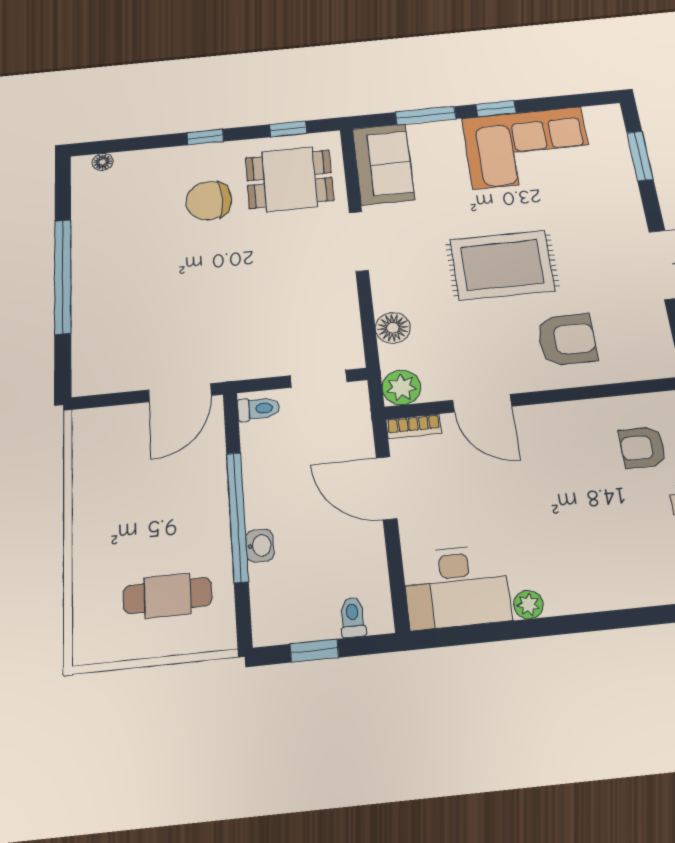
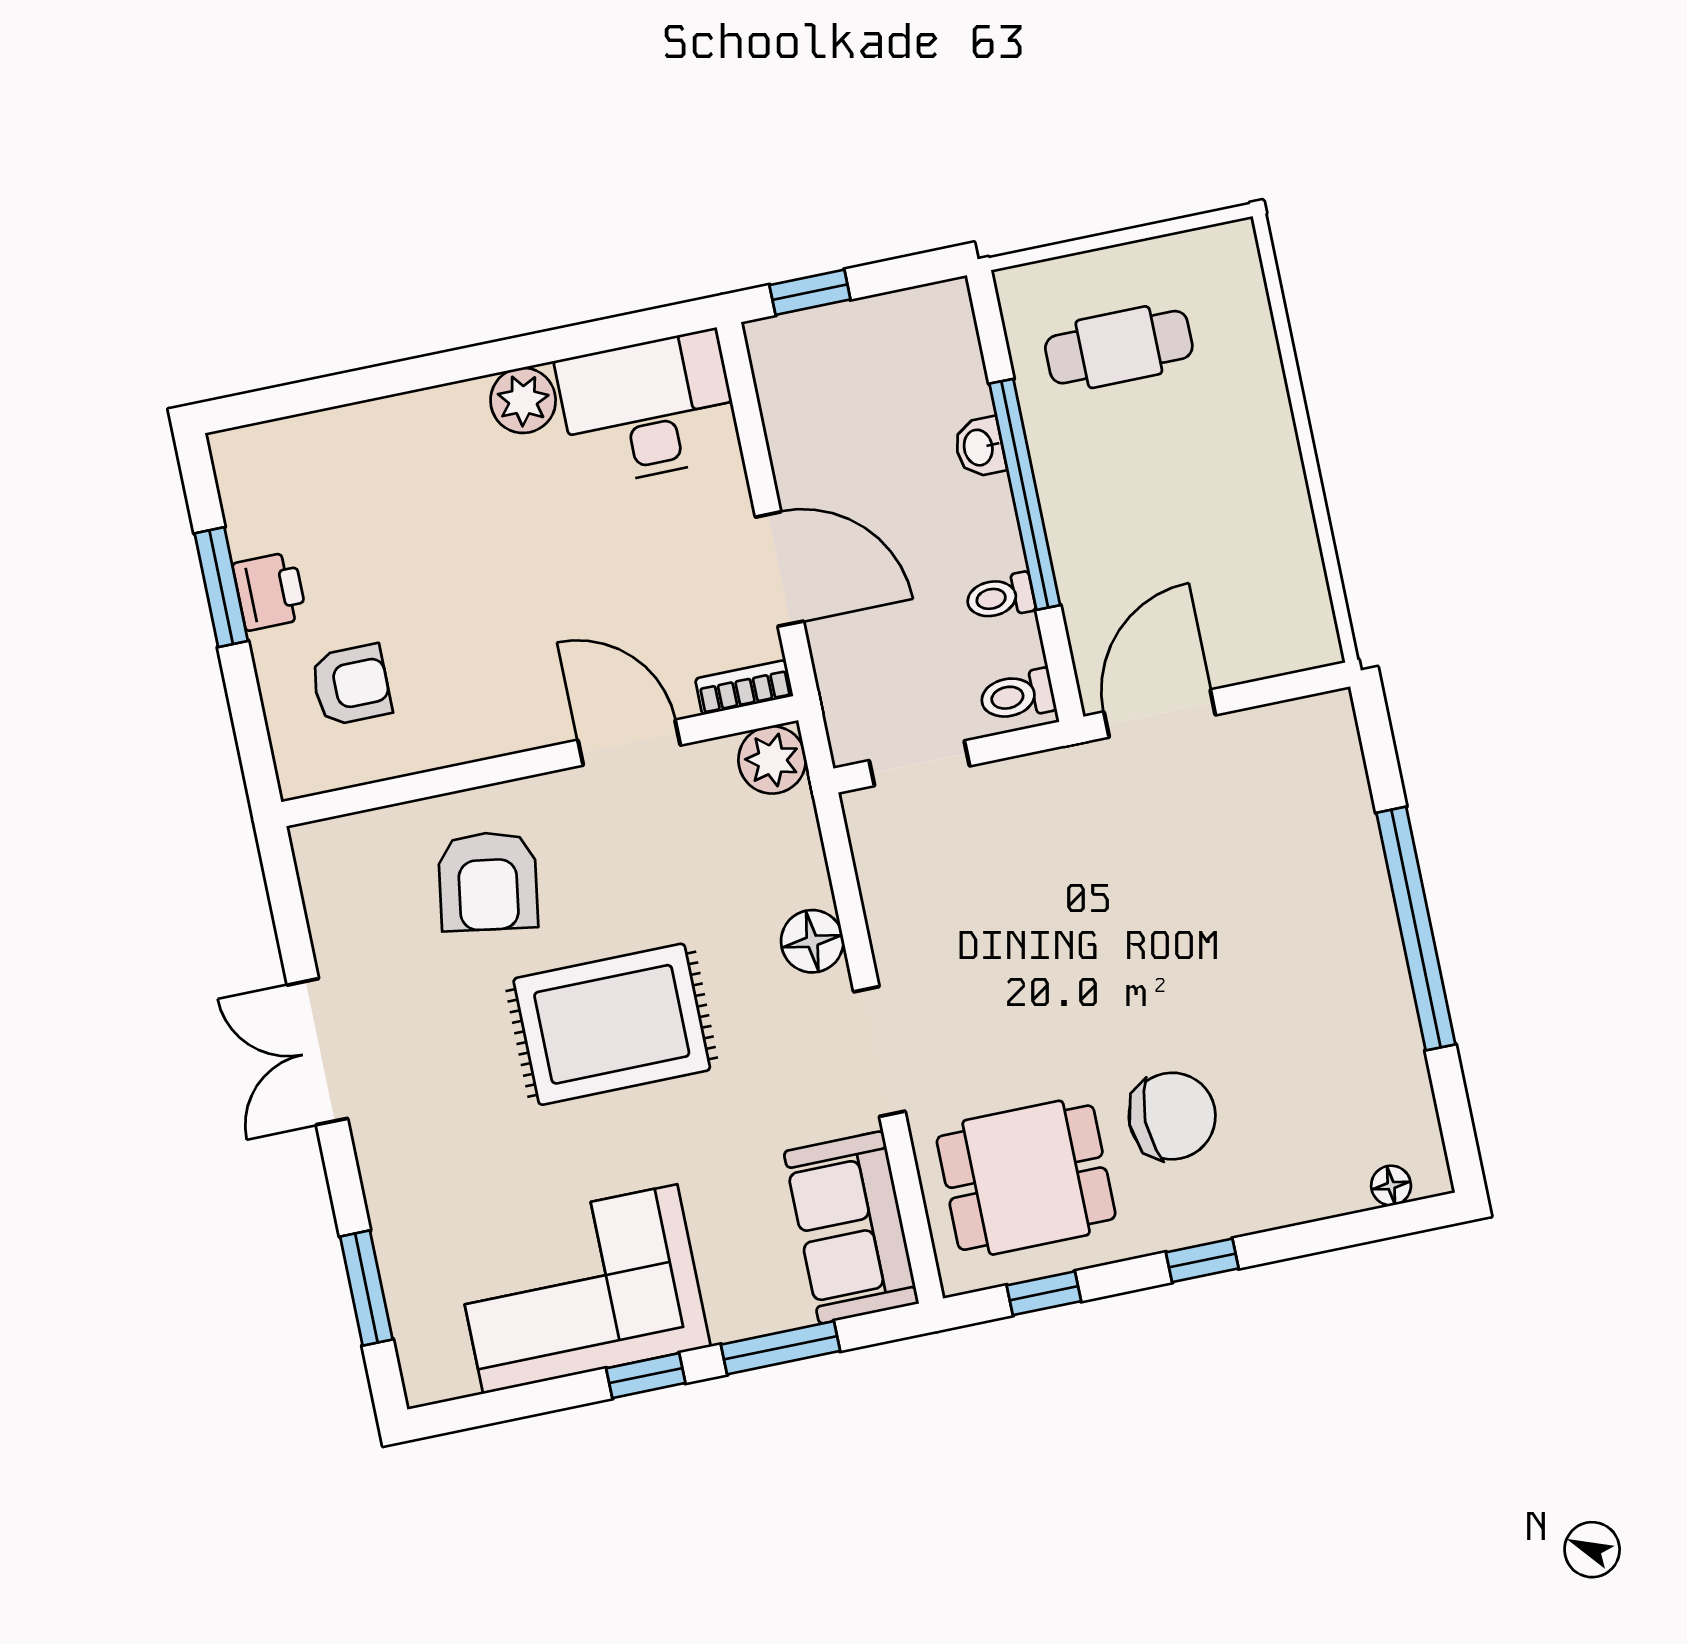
floor lamp: (393, 328) -> (812, 941), moved
armchair: (567, 339) -> (488, 881), turned -81
plant: (528, 605) -> (523, 400), width x1.38, depth x1.38
toilet: (353, 617) -> (1000, 597), moved, turned 90
window: (314, 651) -> (810, 292), moved

